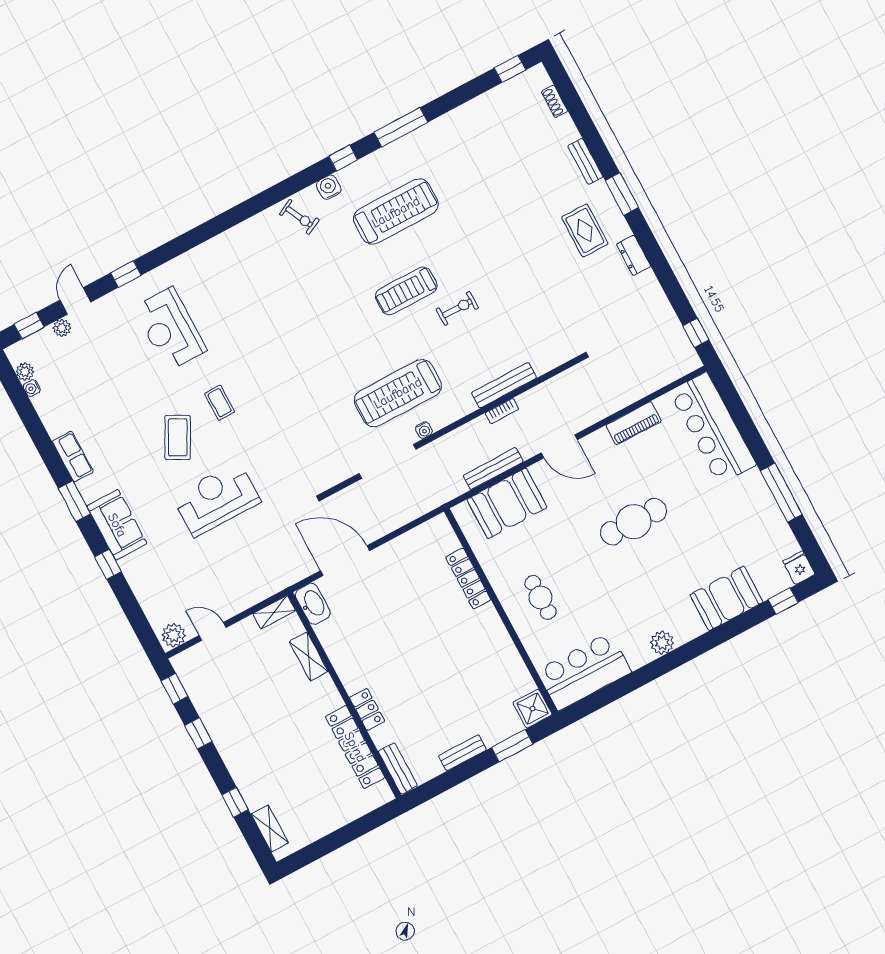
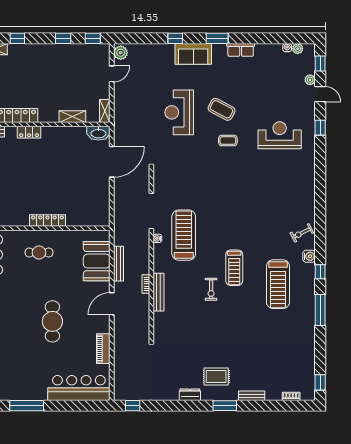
treadmill: (406, 291) -> (234, 268), turned 180
reception desk: (216, 499) -> (179, 112), turned 180
locker: (468, 578) -> (47, 220), moved

